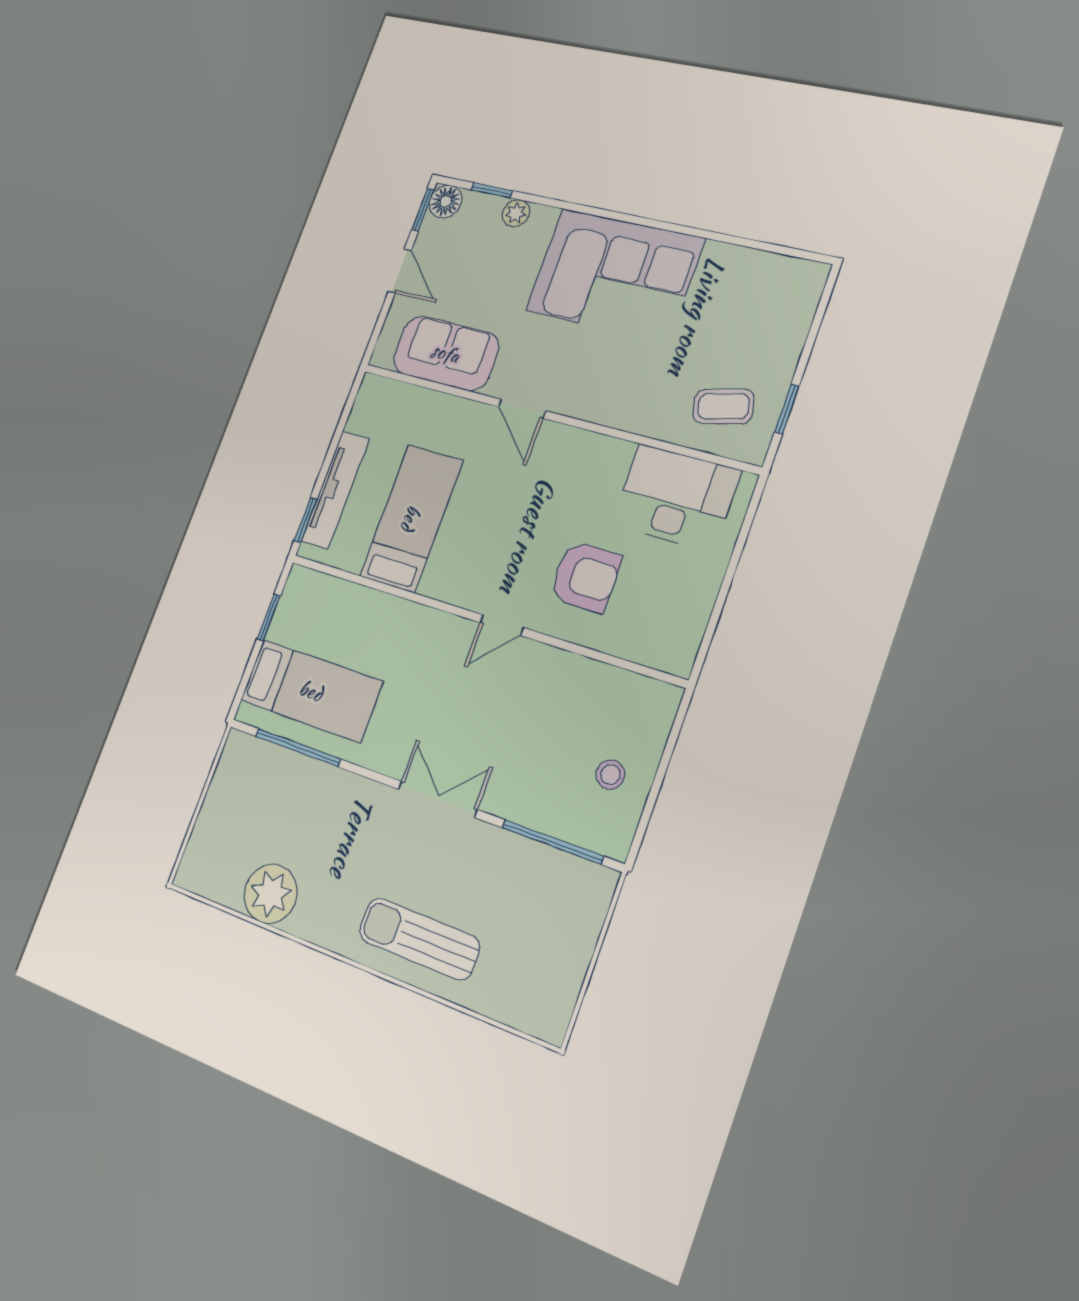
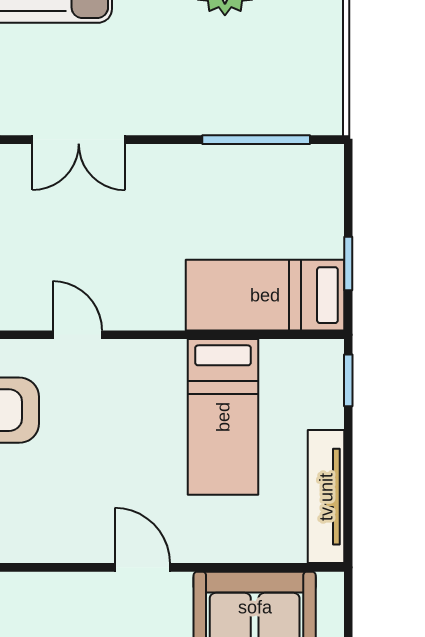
tv unit: (335, 490) -> (326, 497), moved
door: (502, 625) -> (77, 335), hinge flipped
bed: (311, 691) -> (265, 295), moved

